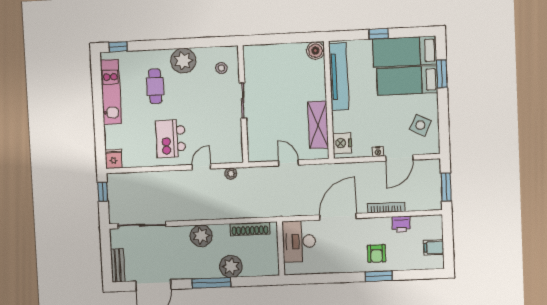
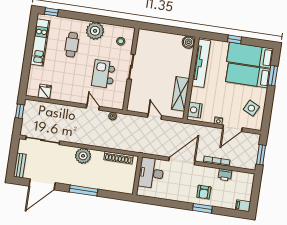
kitchen island: (171, 139) -> (104, 74), moved
fridge: (114, 159) -> (45, 92), moved
door: (201, 167) -> (93, 107), hinge flipped
filing cabinet: (434, 248) -> (243, 206), moved
plant: (231, 266) -> (100, 182), removed

